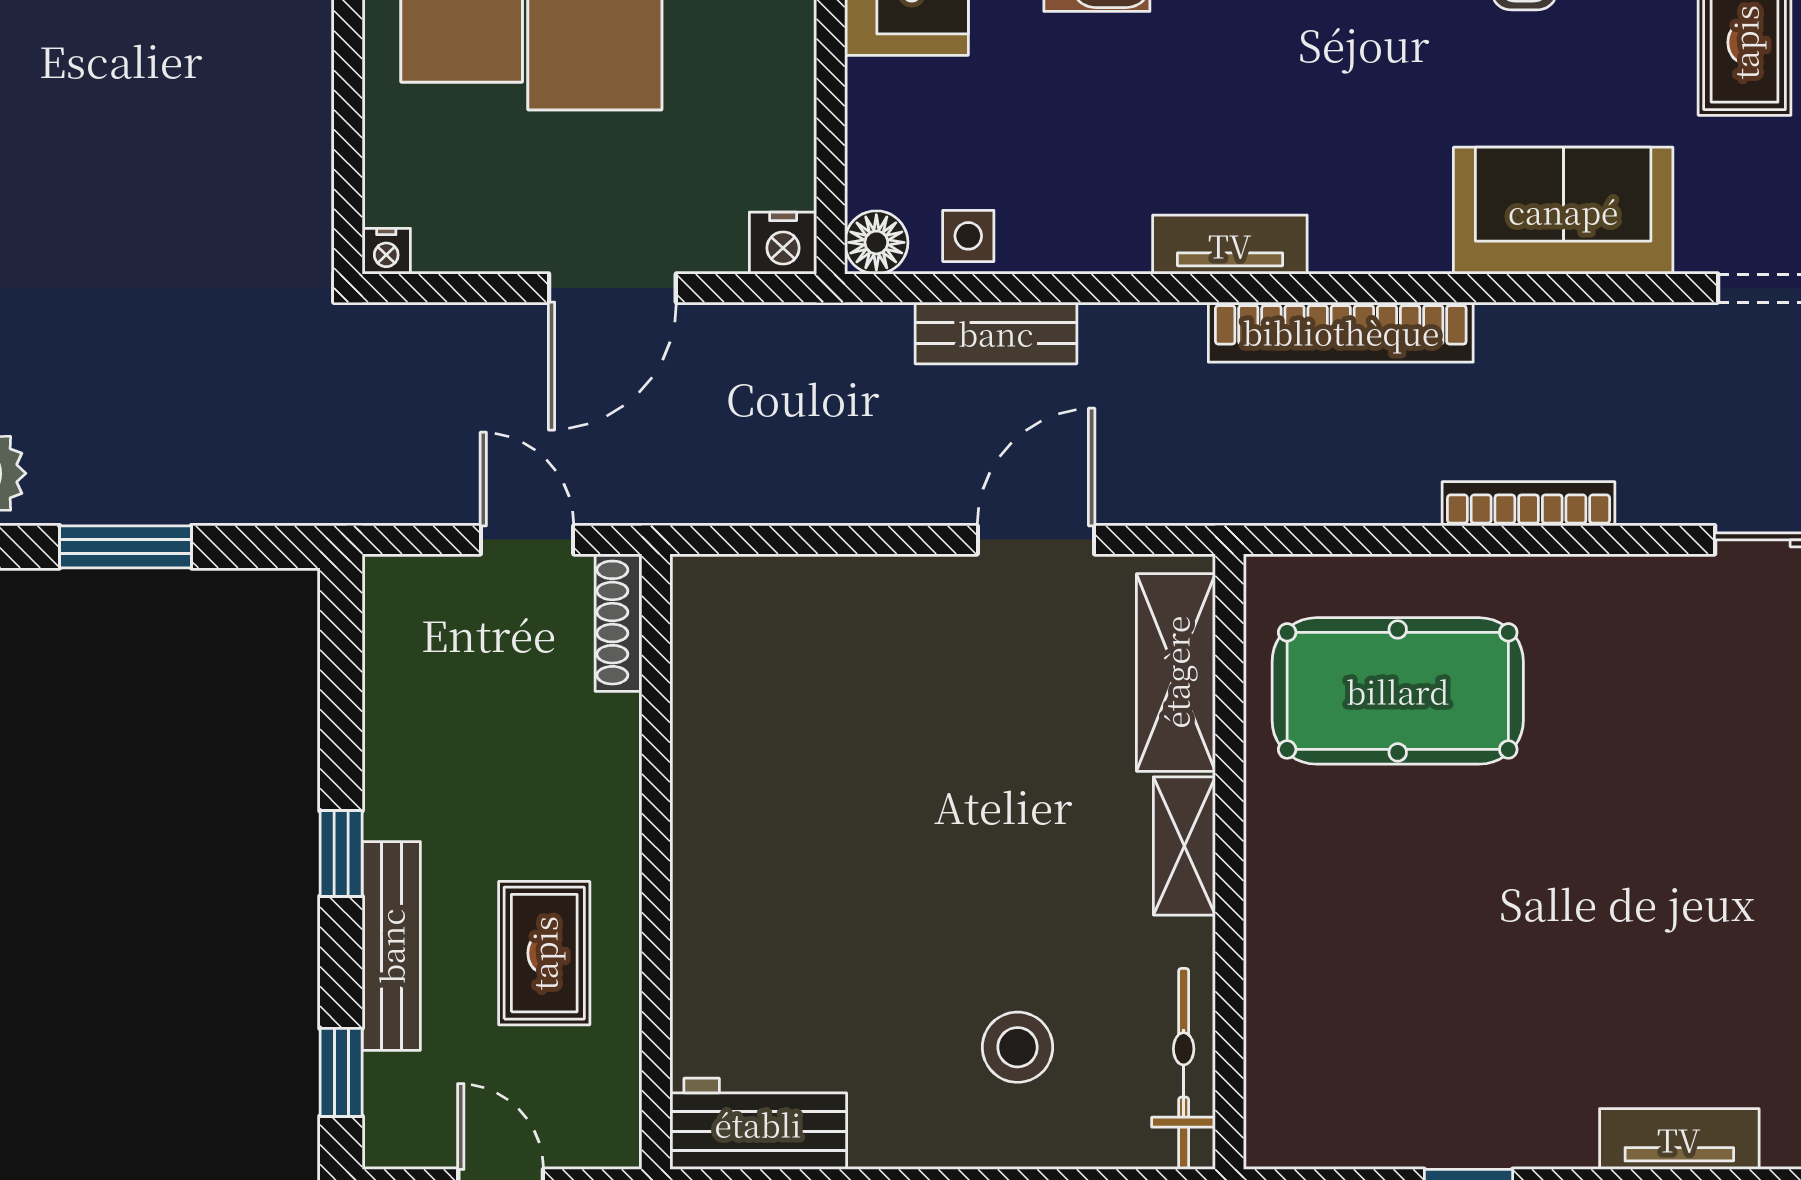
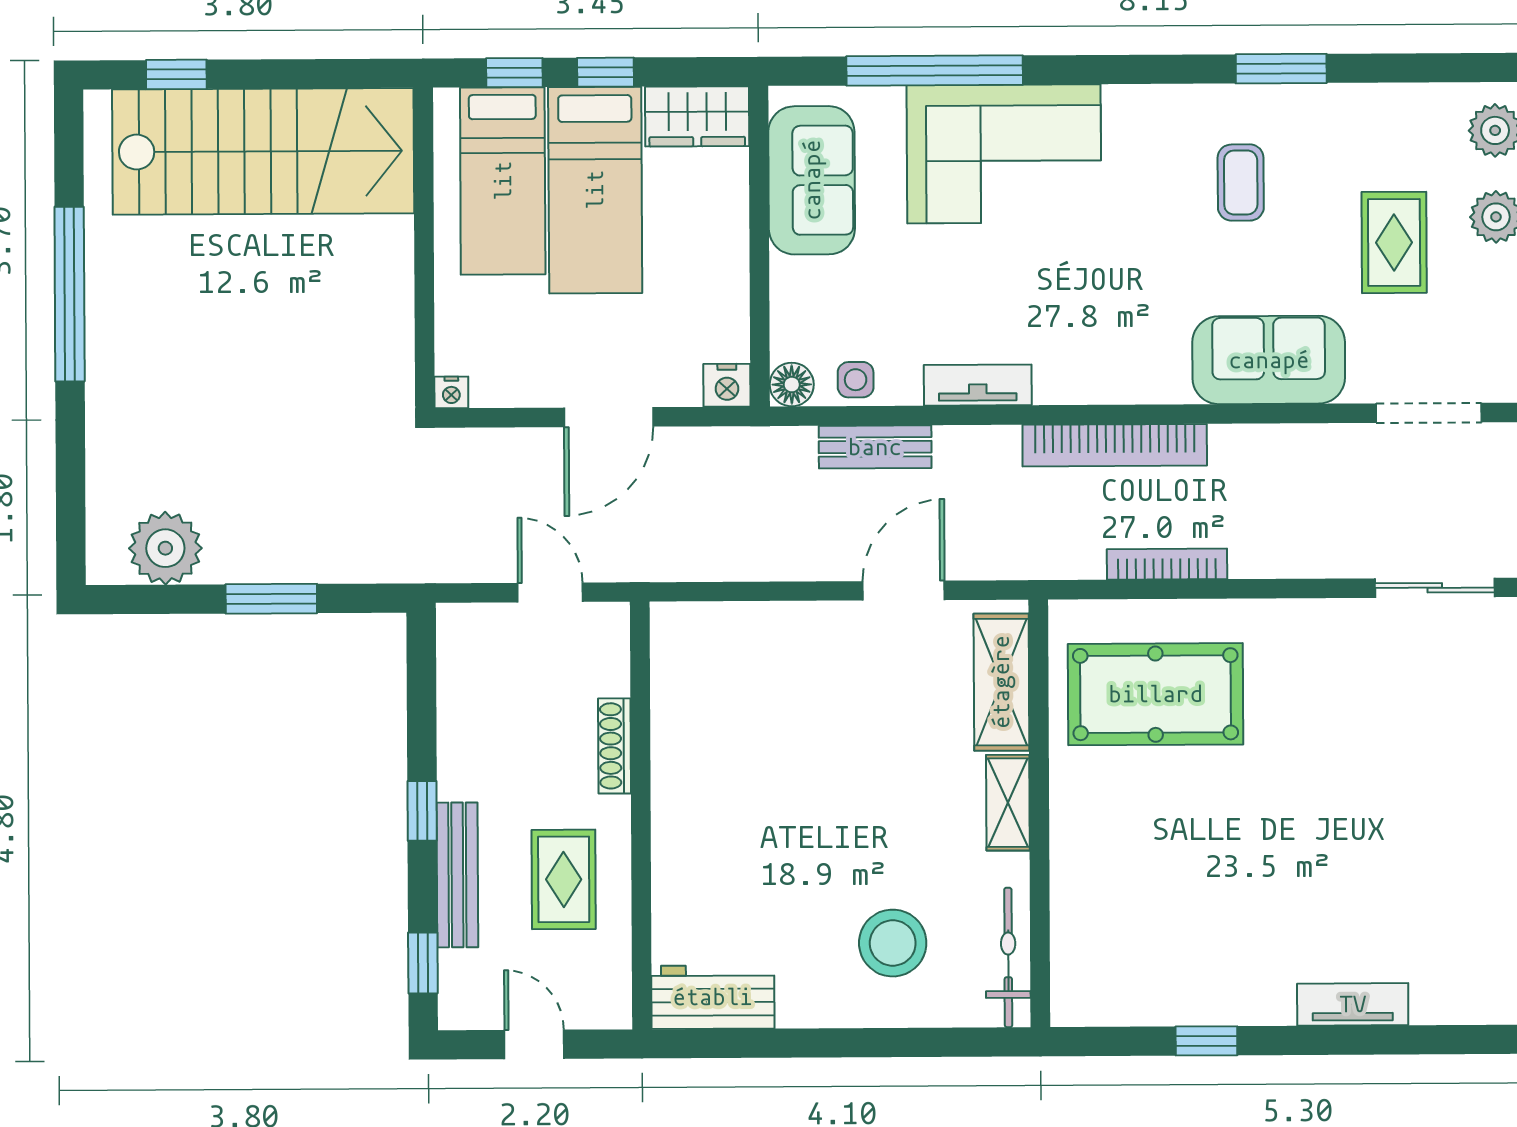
tv unit: (1230, 245) -> (978, 385), moved
bookcase: (1529, 504) -> (1167, 564), moved
shoe rack: (618, 623) -> (615, 746), moved
stool: (1017, 1047) -> (893, 943), width x1.38, depth x1.38

